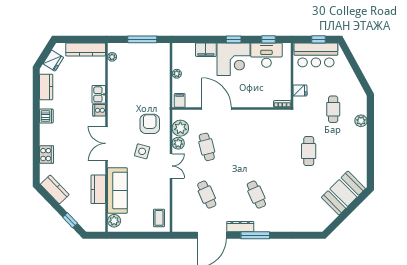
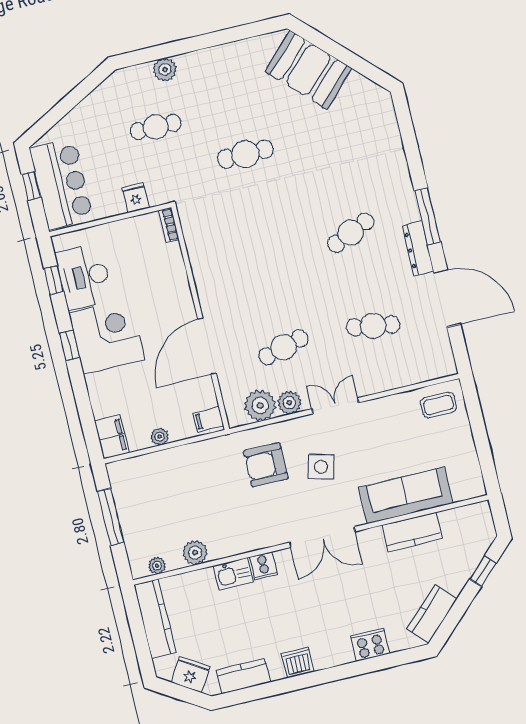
filing cabinet: (206, 50) -> (112, 437), moved
cafe table: (207, 195) -> (373, 326), turned 33
plant: (114, 221) -> (195, 553), moved

